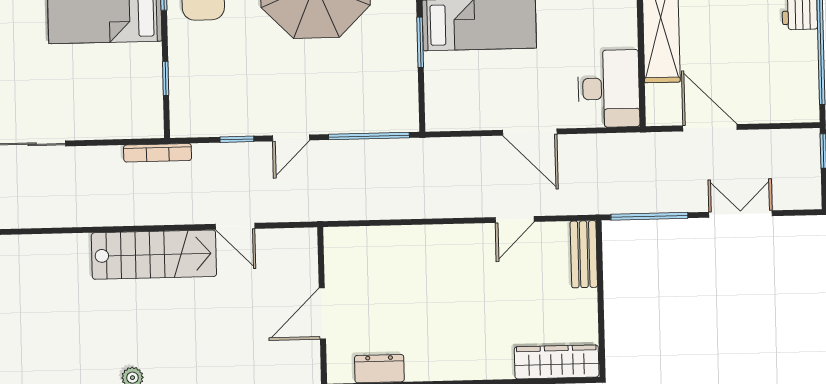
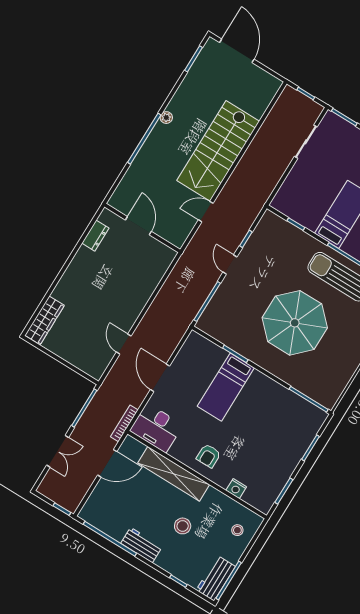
door: (530, 132) -> (160, 378), hinge flipped
bookcase: (158, 153) -> (124, 423), moved
bench: (584, 254) -> (87, 366), removed
stairs: (154, 255) -> (218, 151), width x1.36, depth x1.51

